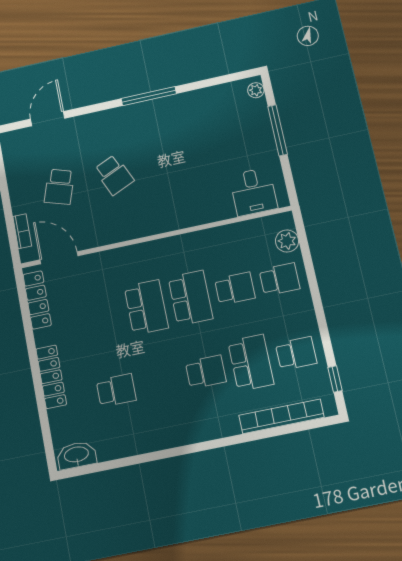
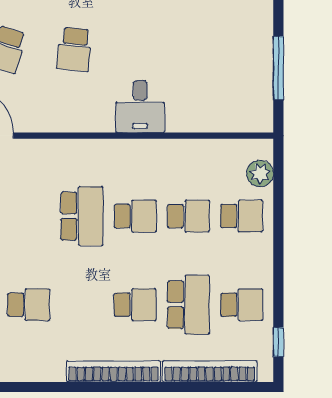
window: (278, 130) -> (278, 68), moved
school desk: (114, 175) -> (74, 49), turned 30
desk: (253, 192) -> (140, 107), moved
school desk: (190, 298) -> (135, 216), width x0.54
bookcase: (199, 433) -> (114, 371), added

